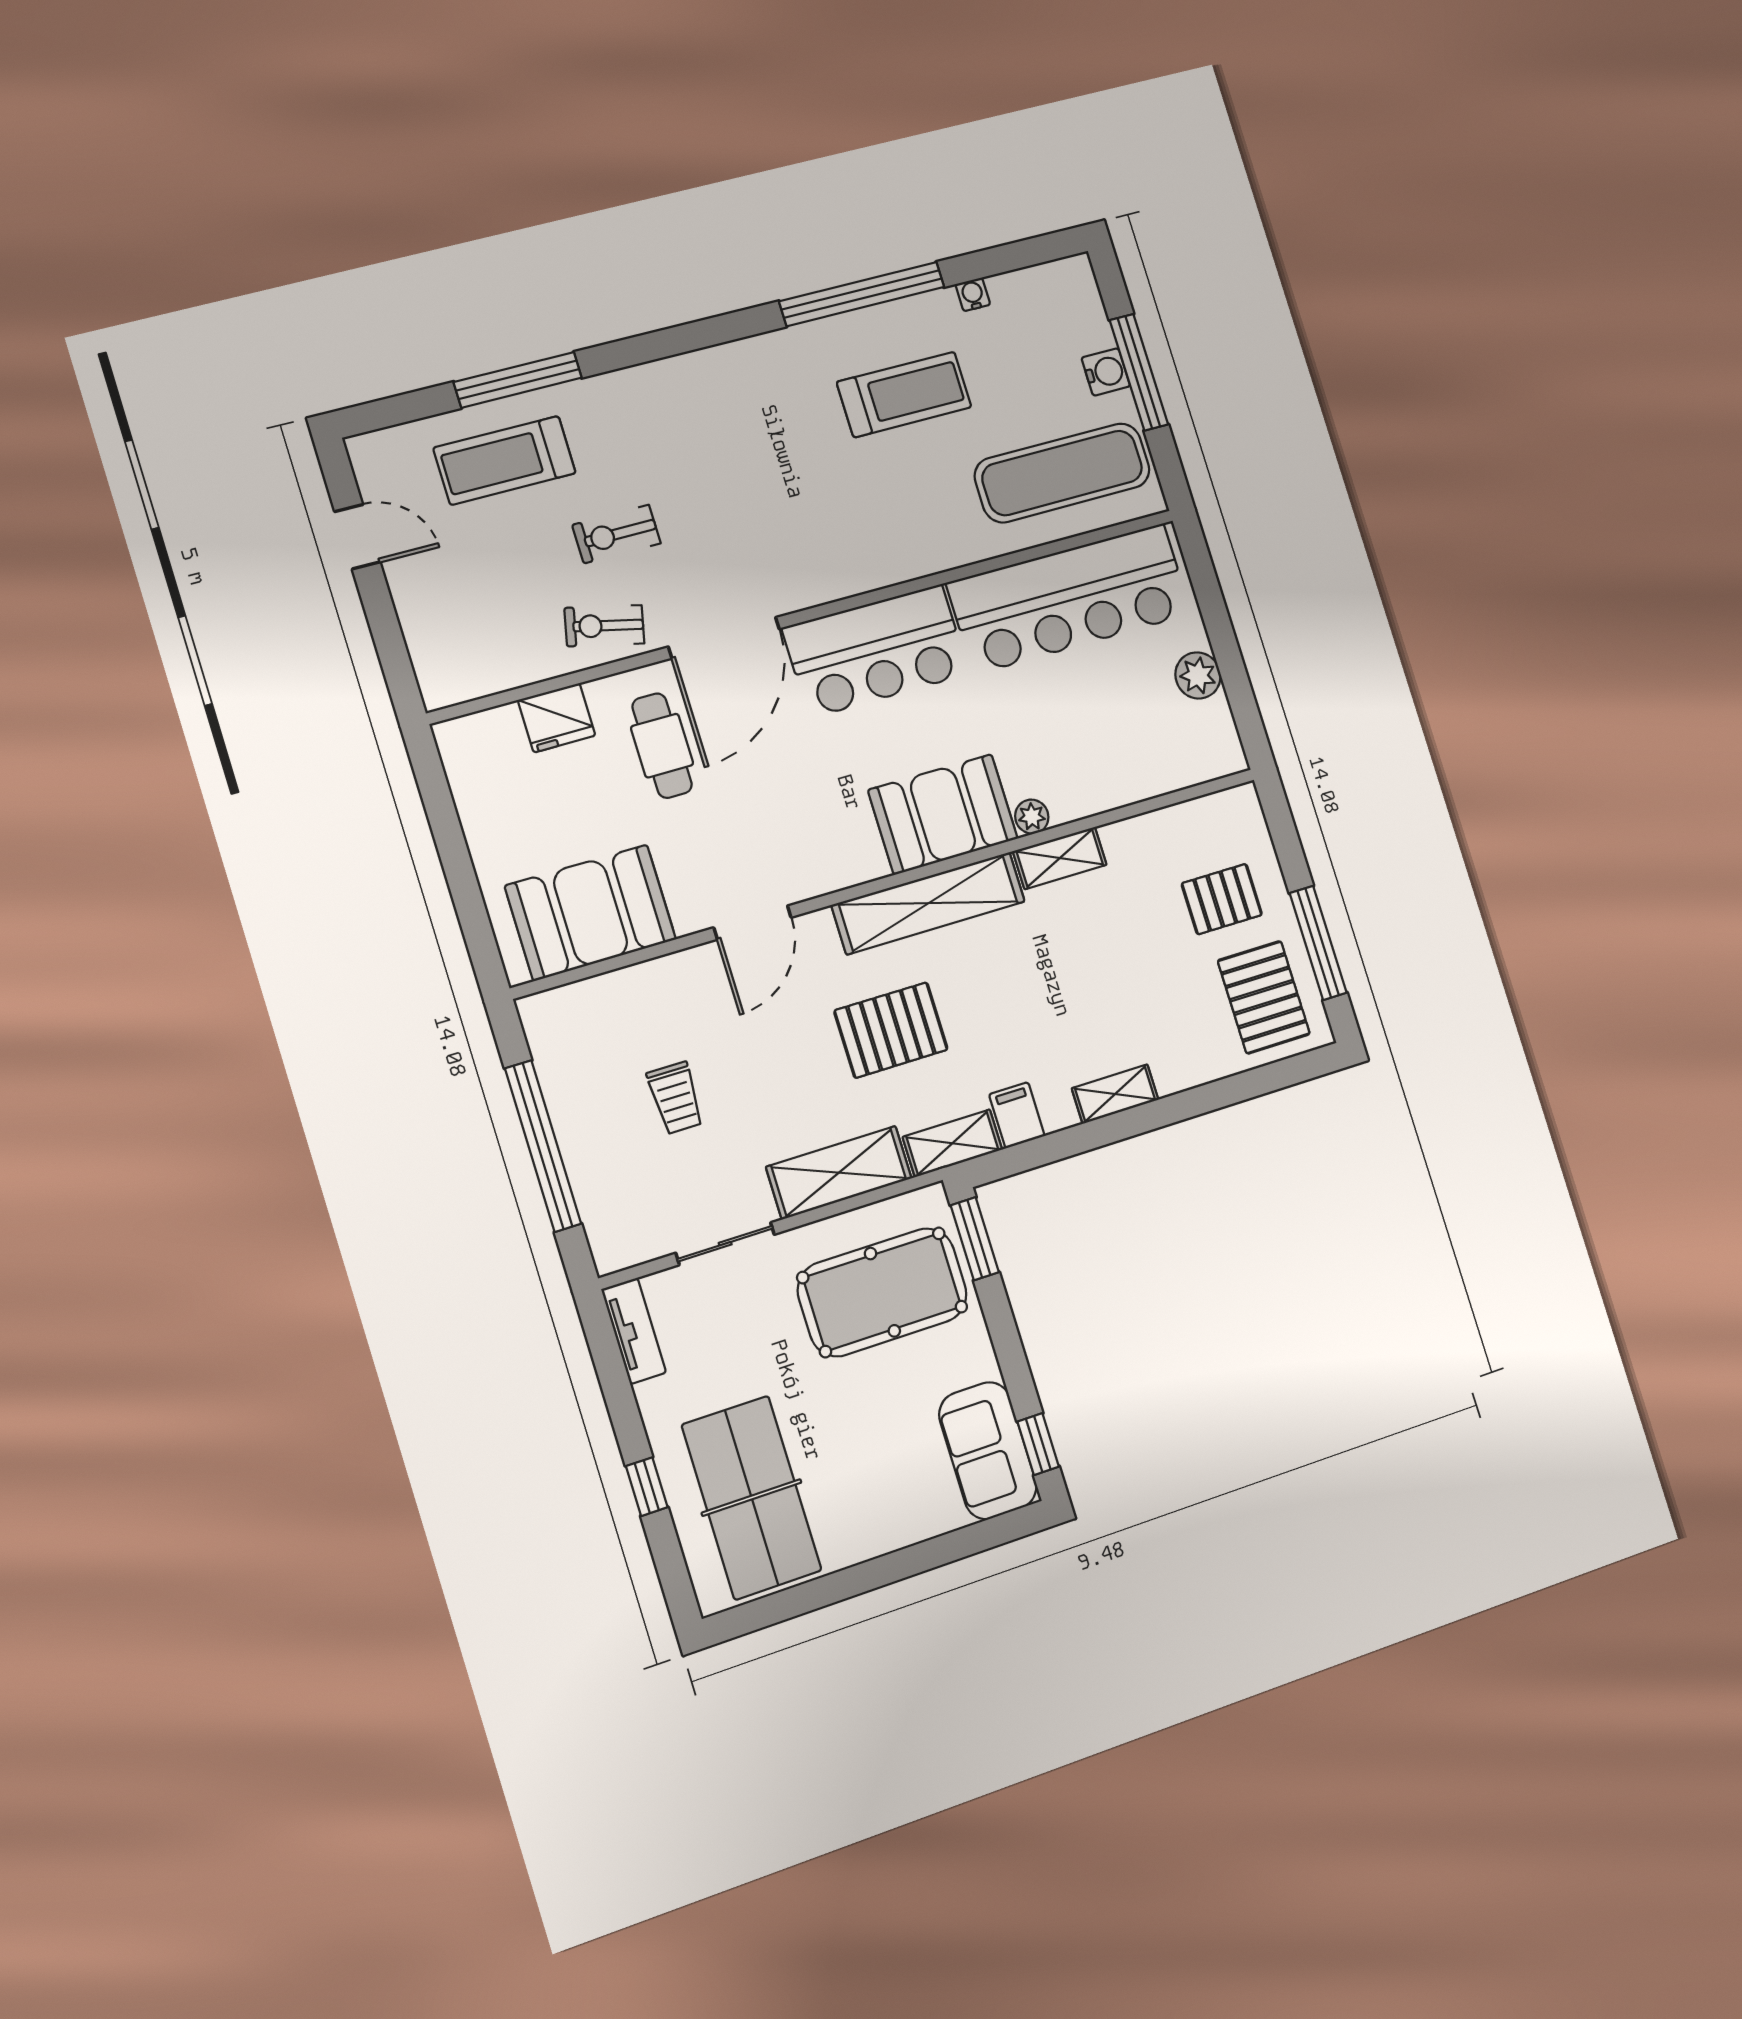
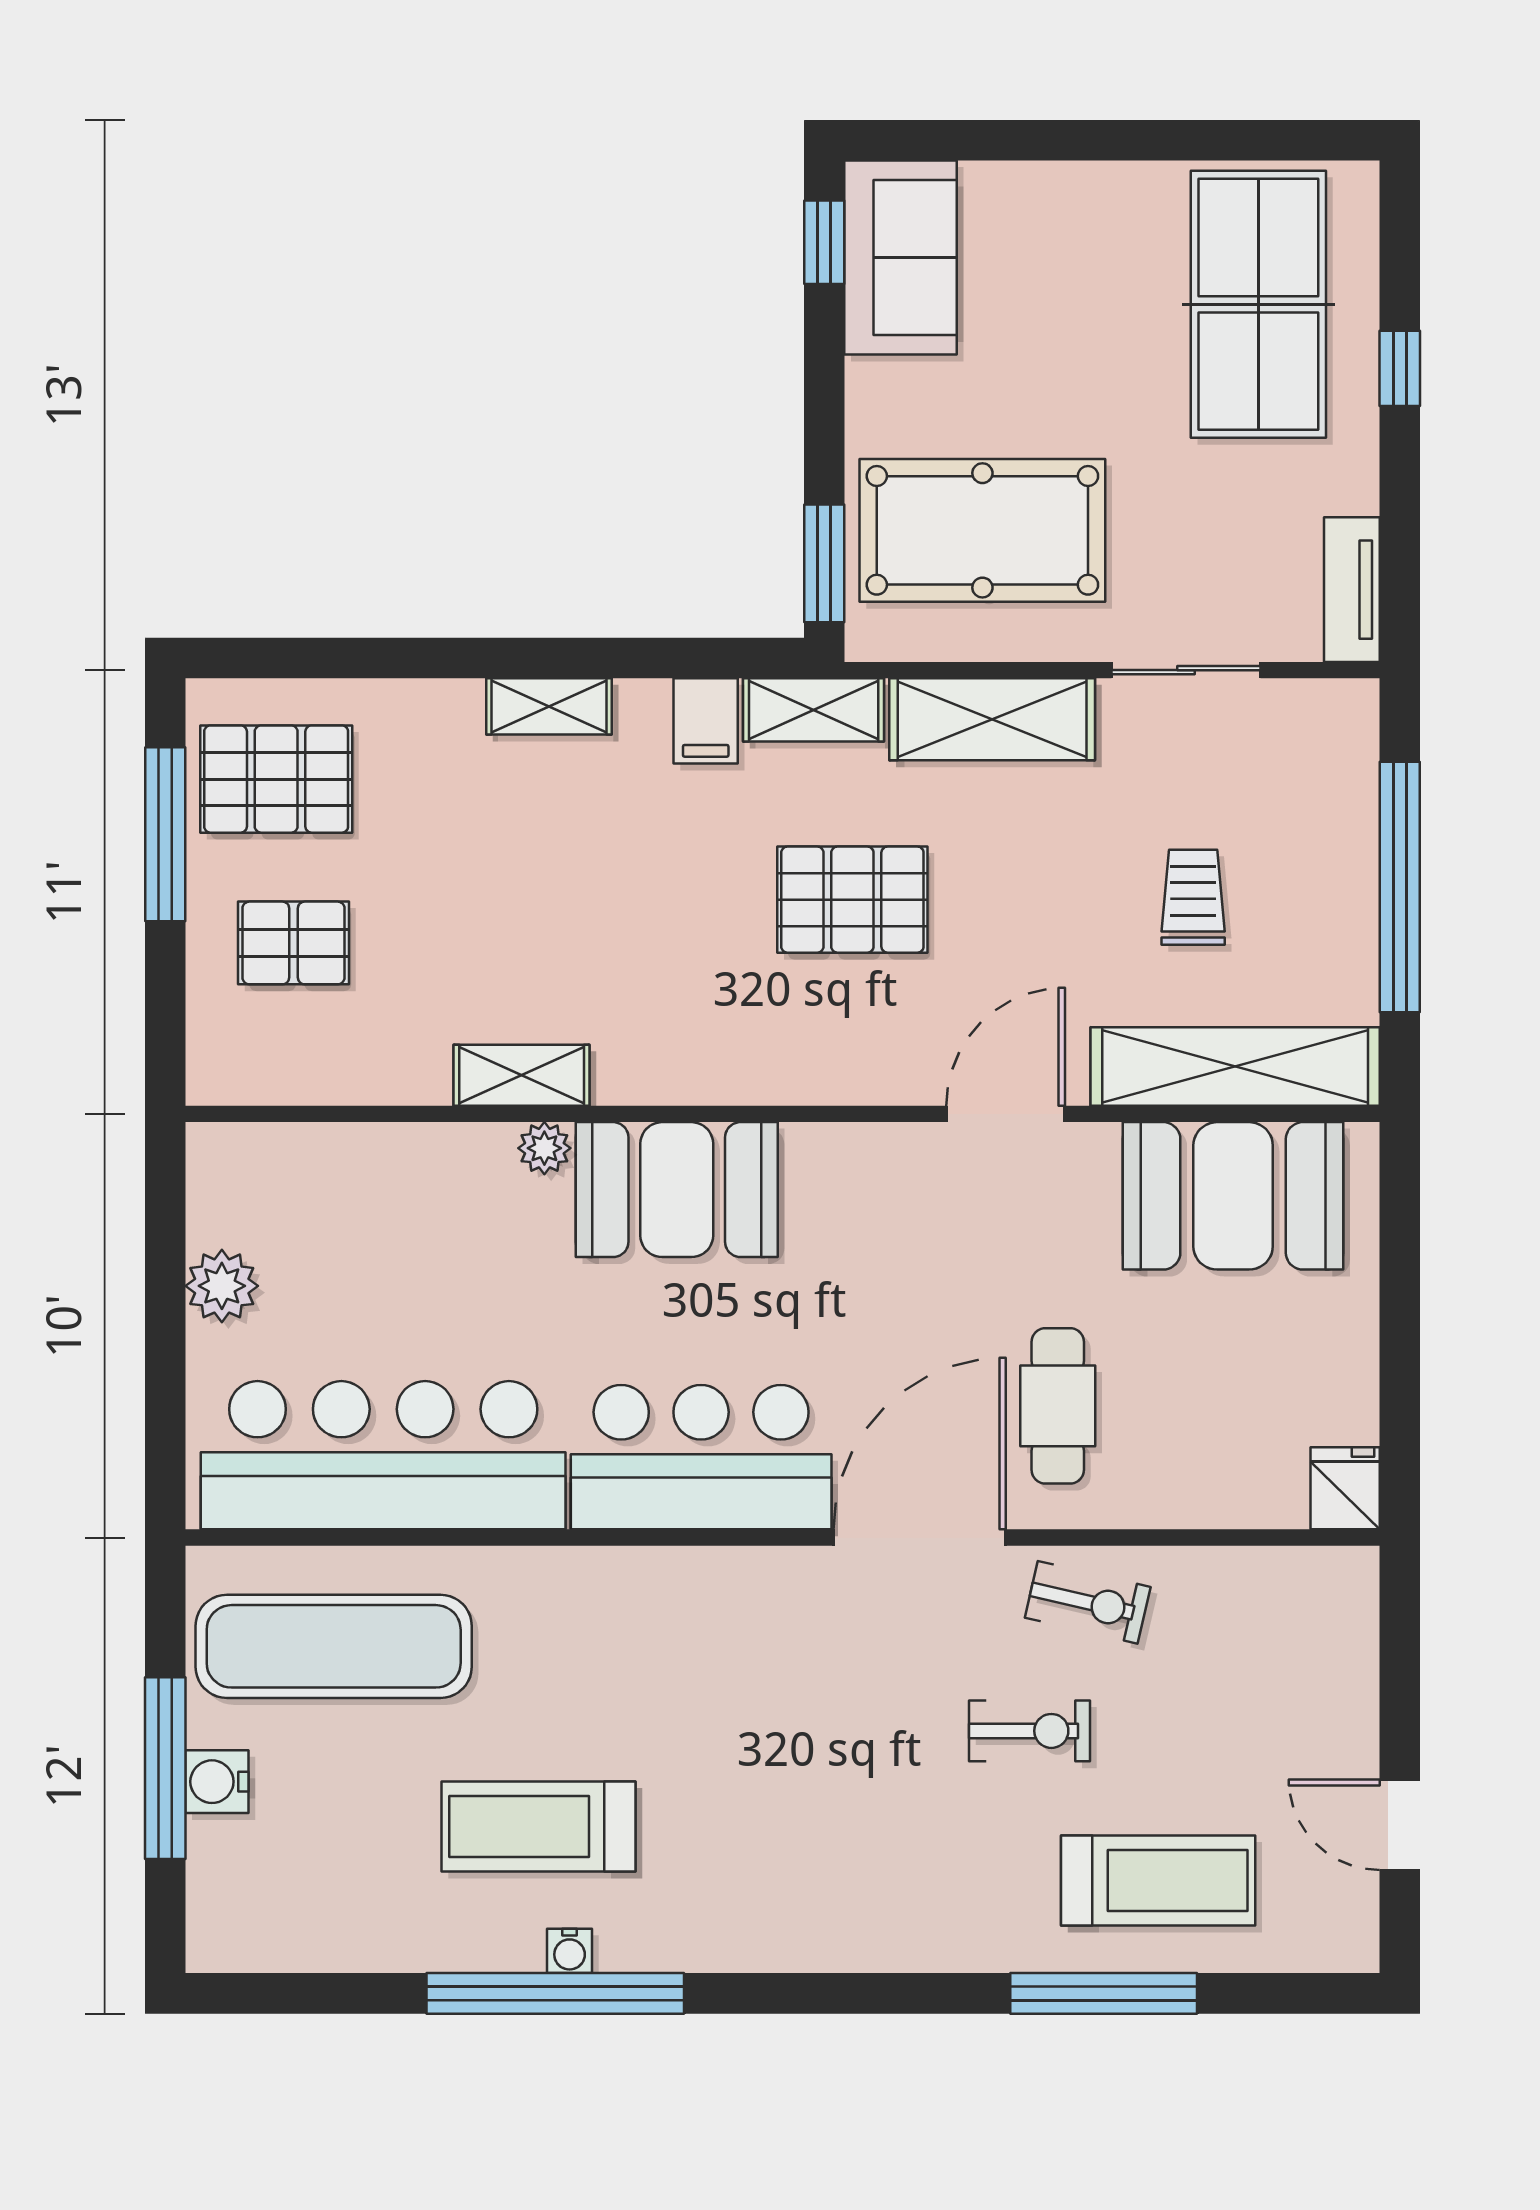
water cooler: (973, 294) -> (570, 1951), moved
fridge: (557, 718) -> (1345, 1488), moved, width x0.72
shelving: (928, 903) -> (1235, 1066), moved
pallet: (1264, 997) -> (276, 779), turned 90

